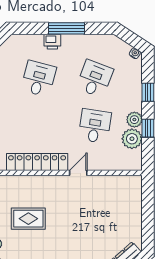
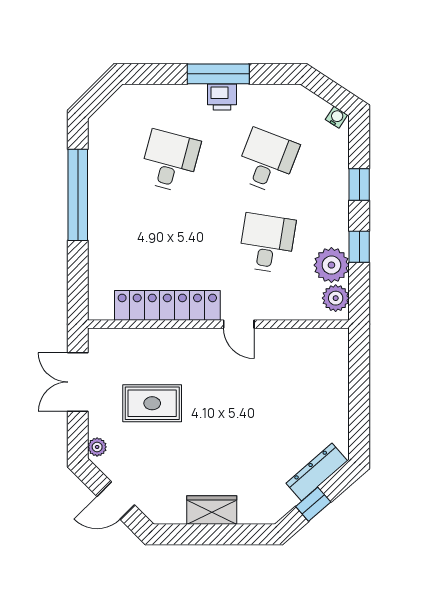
printer: (52, 42) -> (222, 97), moved
plant: (134, 120) -> (336, 298), moved
door: (78, 173) -> (239, 324), swing flipped

